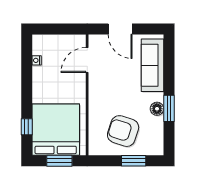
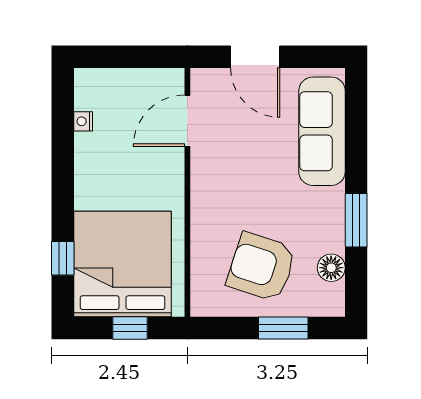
floor lamp: (157, 109) -> (331, 268), moved
window: (59, 161) -> (130, 328), width x0.67

